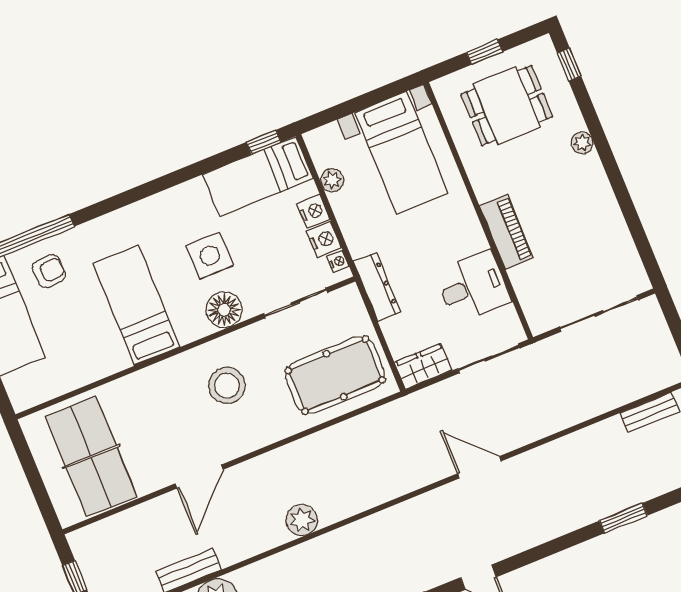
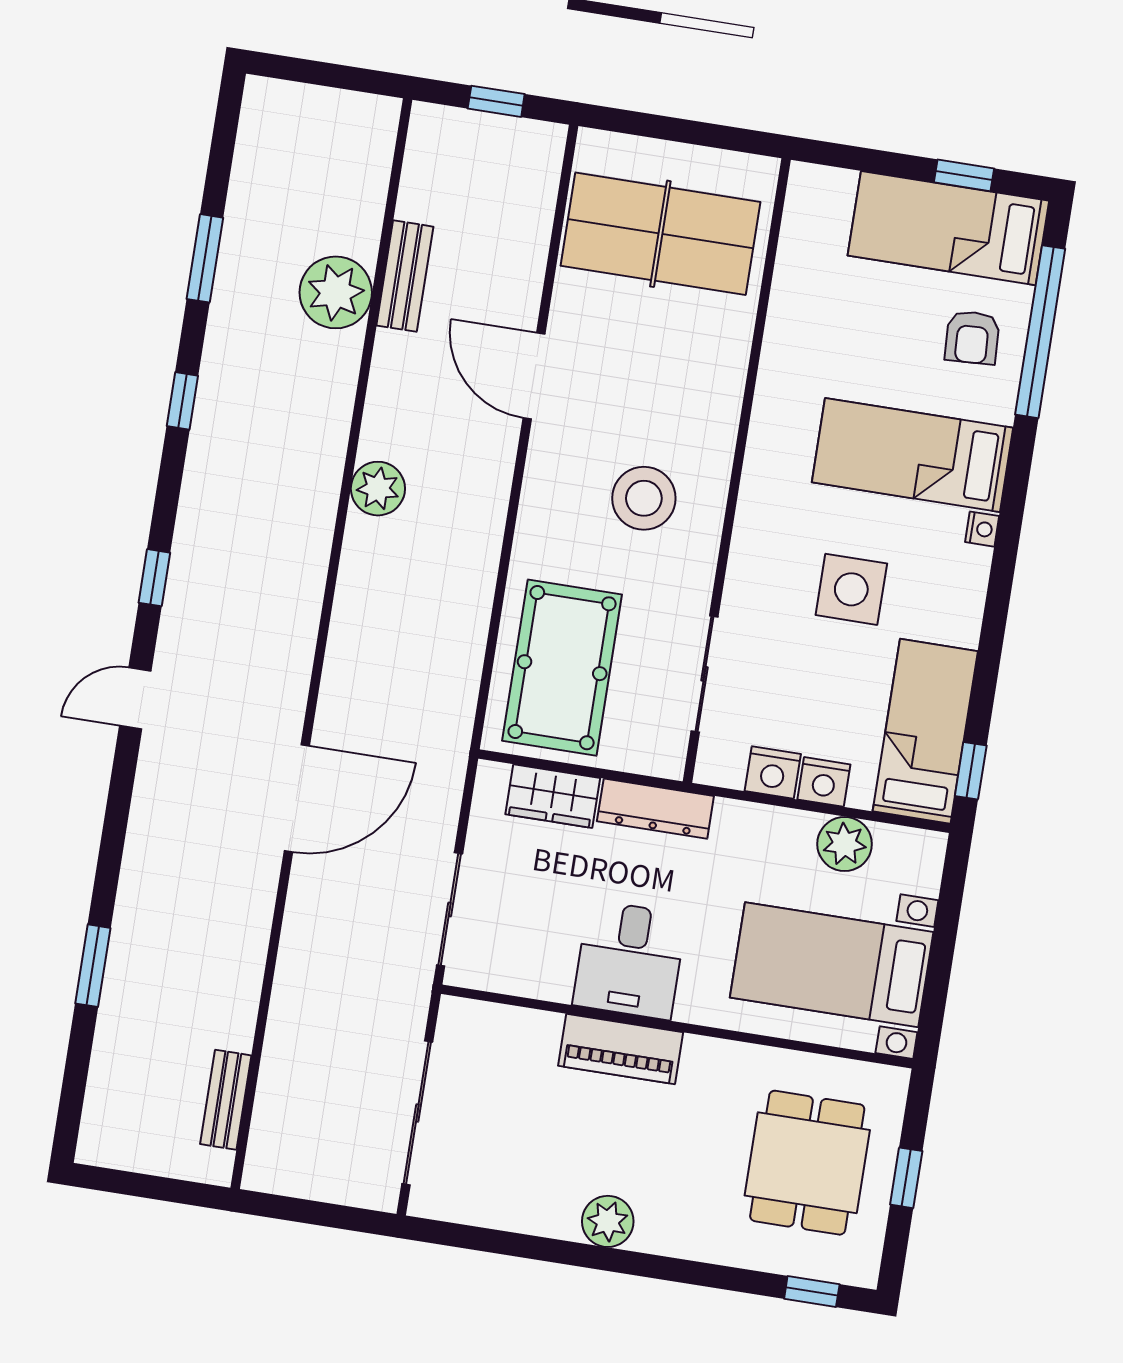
plant: (582, 143) -> (608, 1221), moved, width x1.38, depth x1.38
plant: (332, 180) -> (845, 844), width x1.38, depth x1.38
nightstand: (338, 261) -> (982, 529), moved, turned -90
desk: (473, 287) -> (630, 960), moved
bed: (137, 305) -> (912, 455), moved, turned 180
floor lamp: (224, 310) -> (758, 562), removed
wardrobe: (423, 366) -> (553, 796), moved, turned 90
door: (479, 467) -> (297, 798), width x1.36

